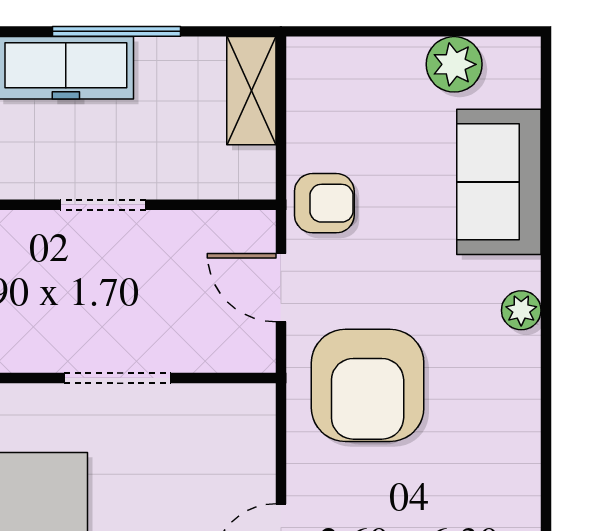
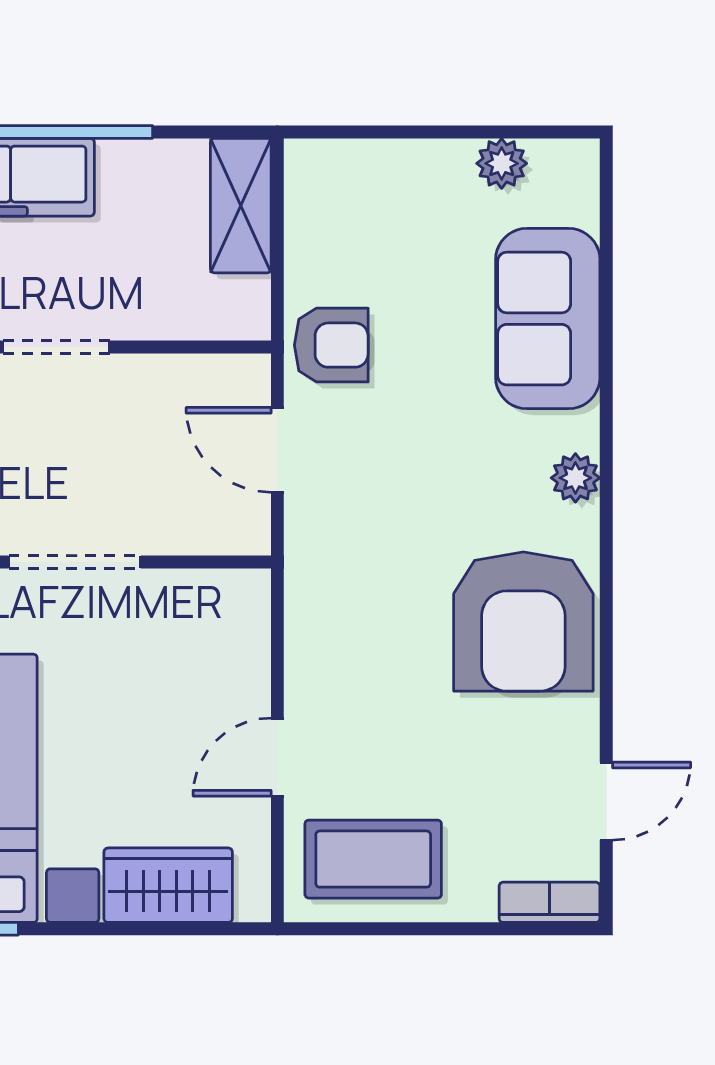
plant: (454, 64) -> (502, 163), width x0.73, depth x0.73
armchair: (368, 385) -> (523, 622), moved

